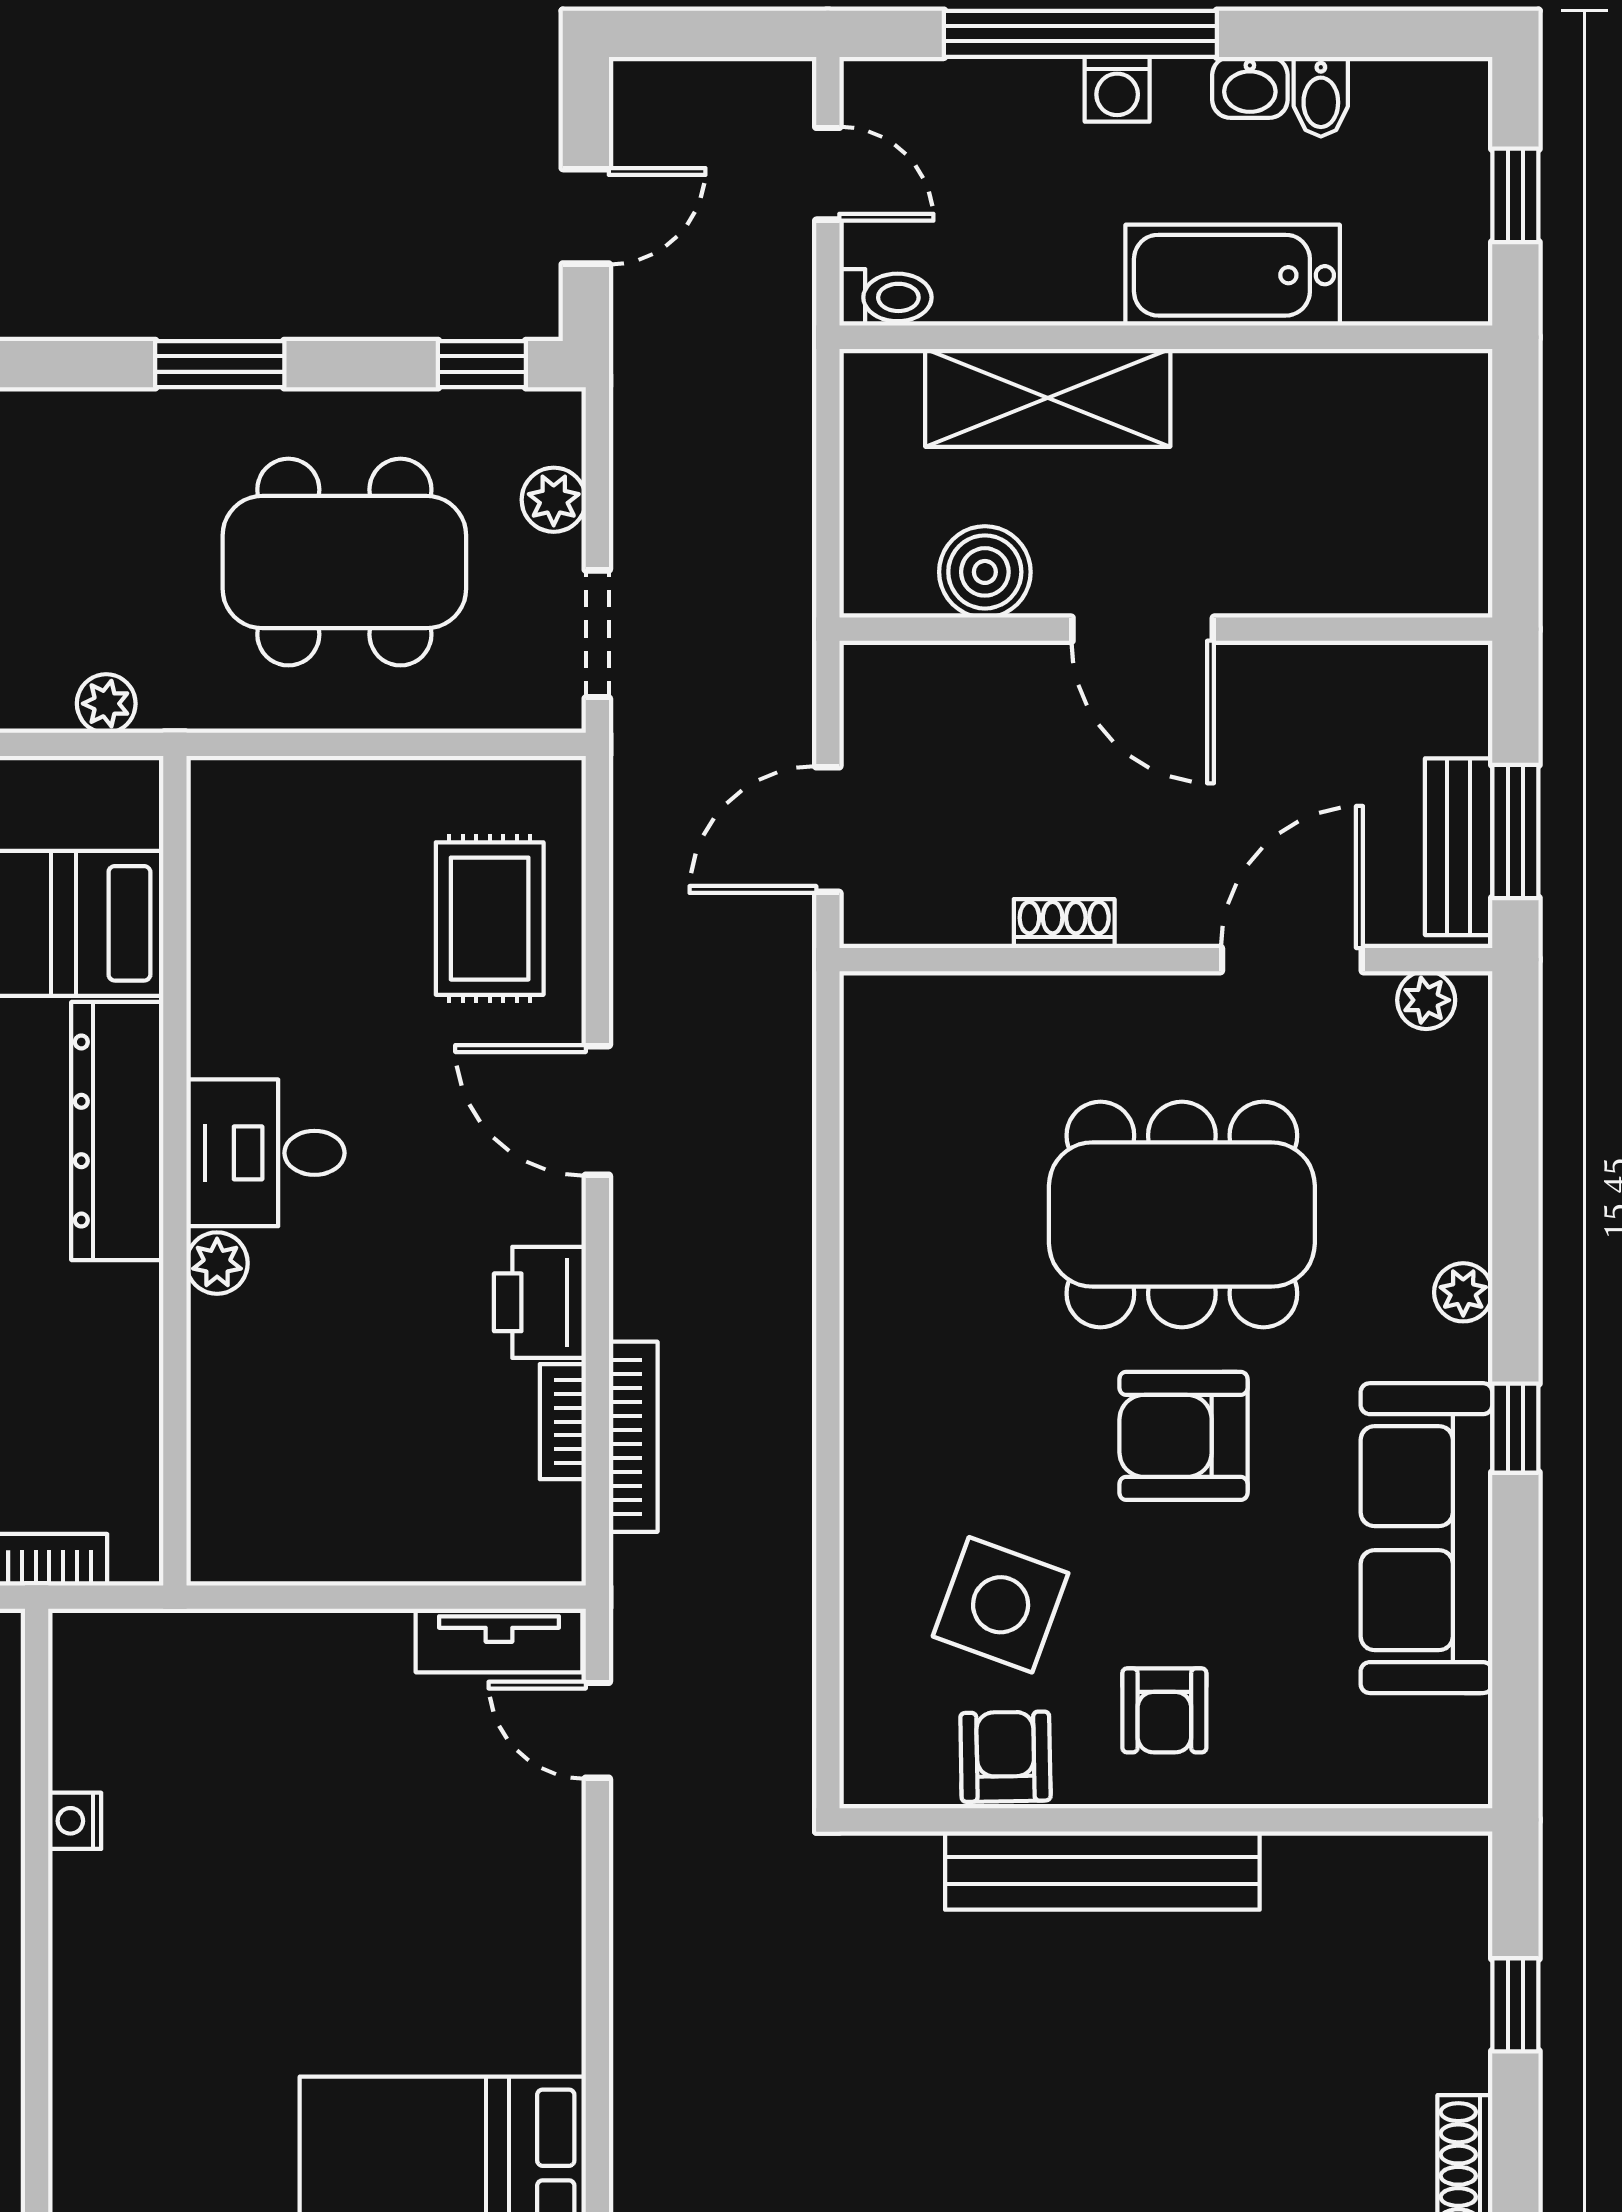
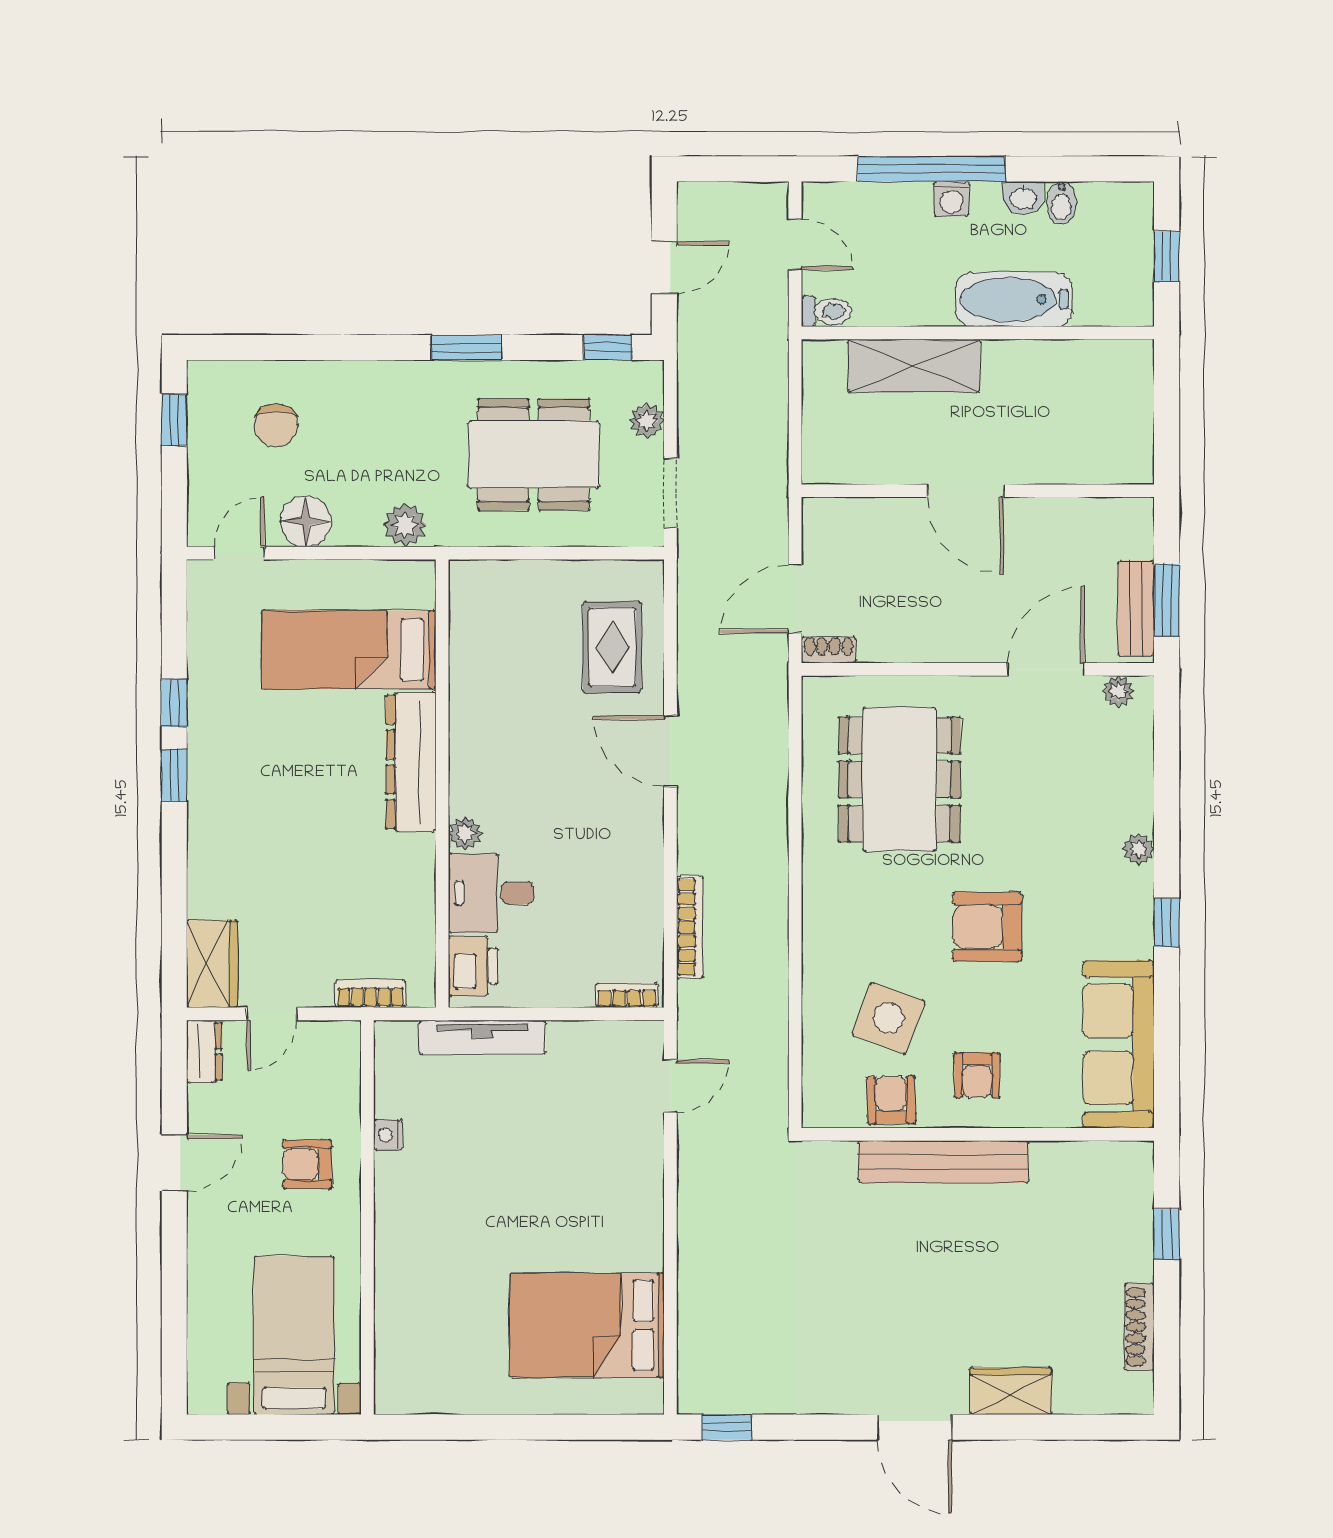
boiler: (985, 572) -> (880, 460), removed
plant: (106, 704) -> (405, 525), width x1.38, depth x1.38
shoe rack: (1064, 924) -> (829, 650), moved
desk: (265, 1153) -> (491, 893), moved
dining table: (1182, 1215) -> (900, 779), moved, turned 90
printer: (540, 1302) -> (473, 966), moved, turned 180
bookcase: (563, 1422) -> (627, 995), moved, turned 90
sofa: (1426, 1538) -> (1119, 1044), moved
tv unit: (499, 1640) -> (483, 1037), moved, width x1.41
door: (597, 1730) -> (670, 1086), swing flipped

